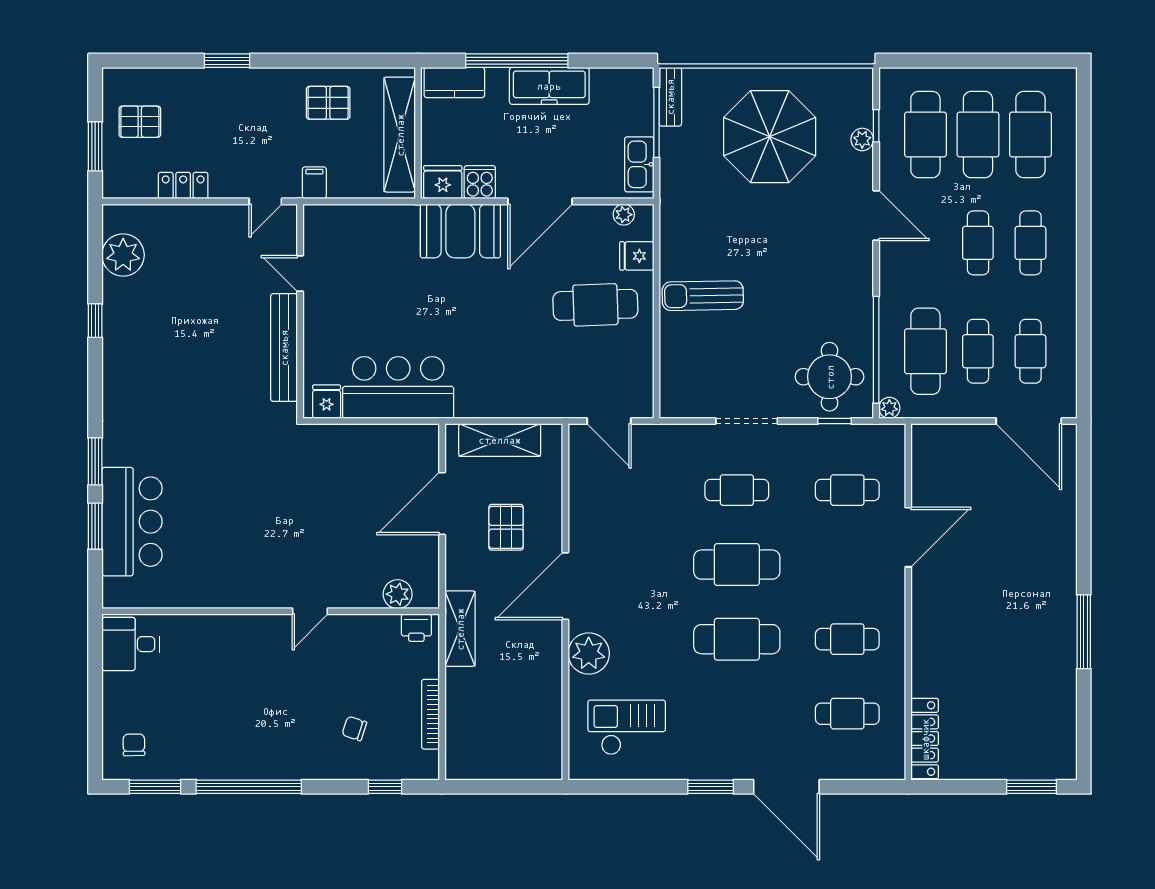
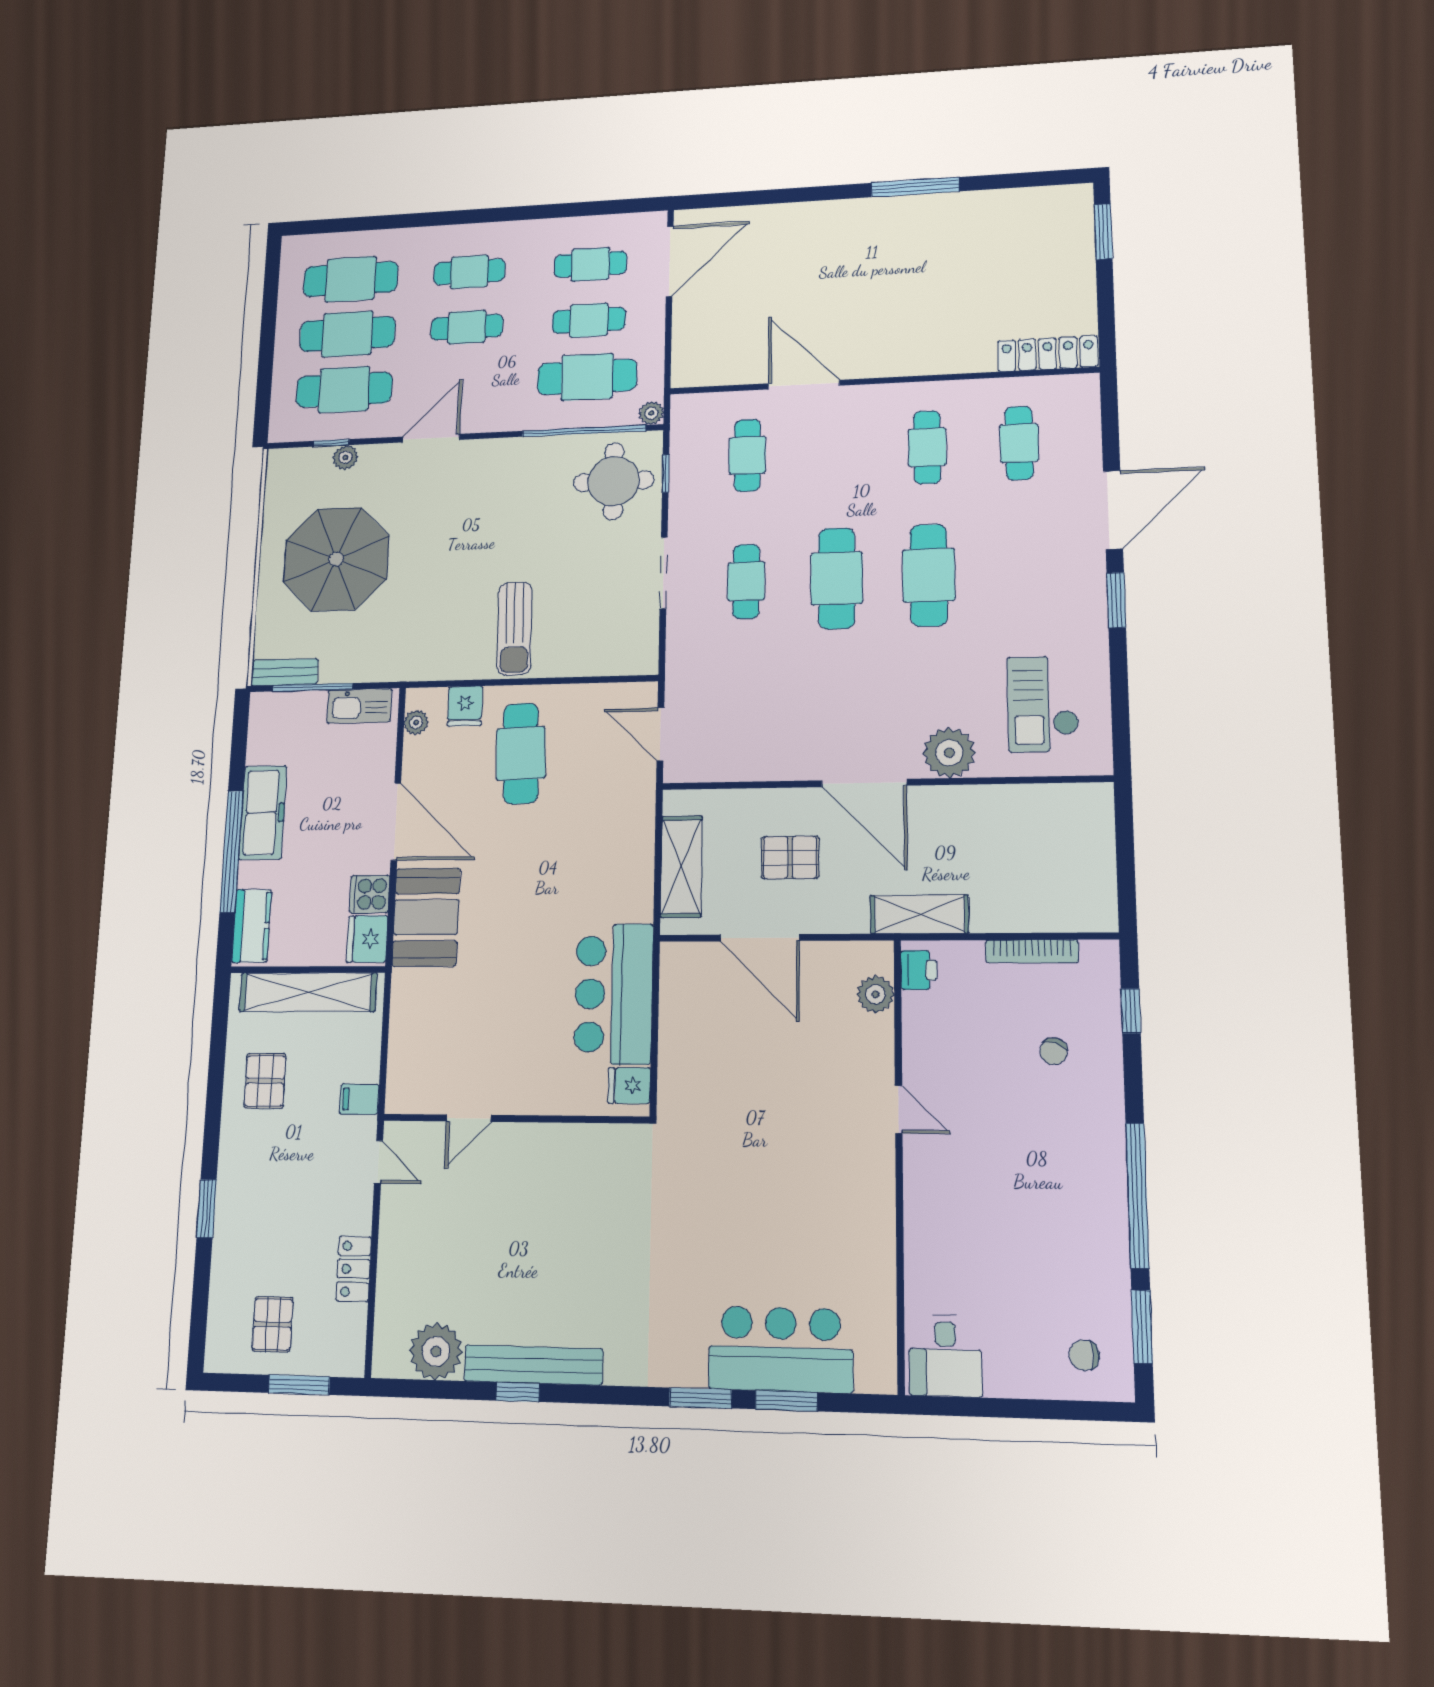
bench: (284, 348) -> (533, 1365), moved
door: (609, 421) -> (660, 734), swing flipped

